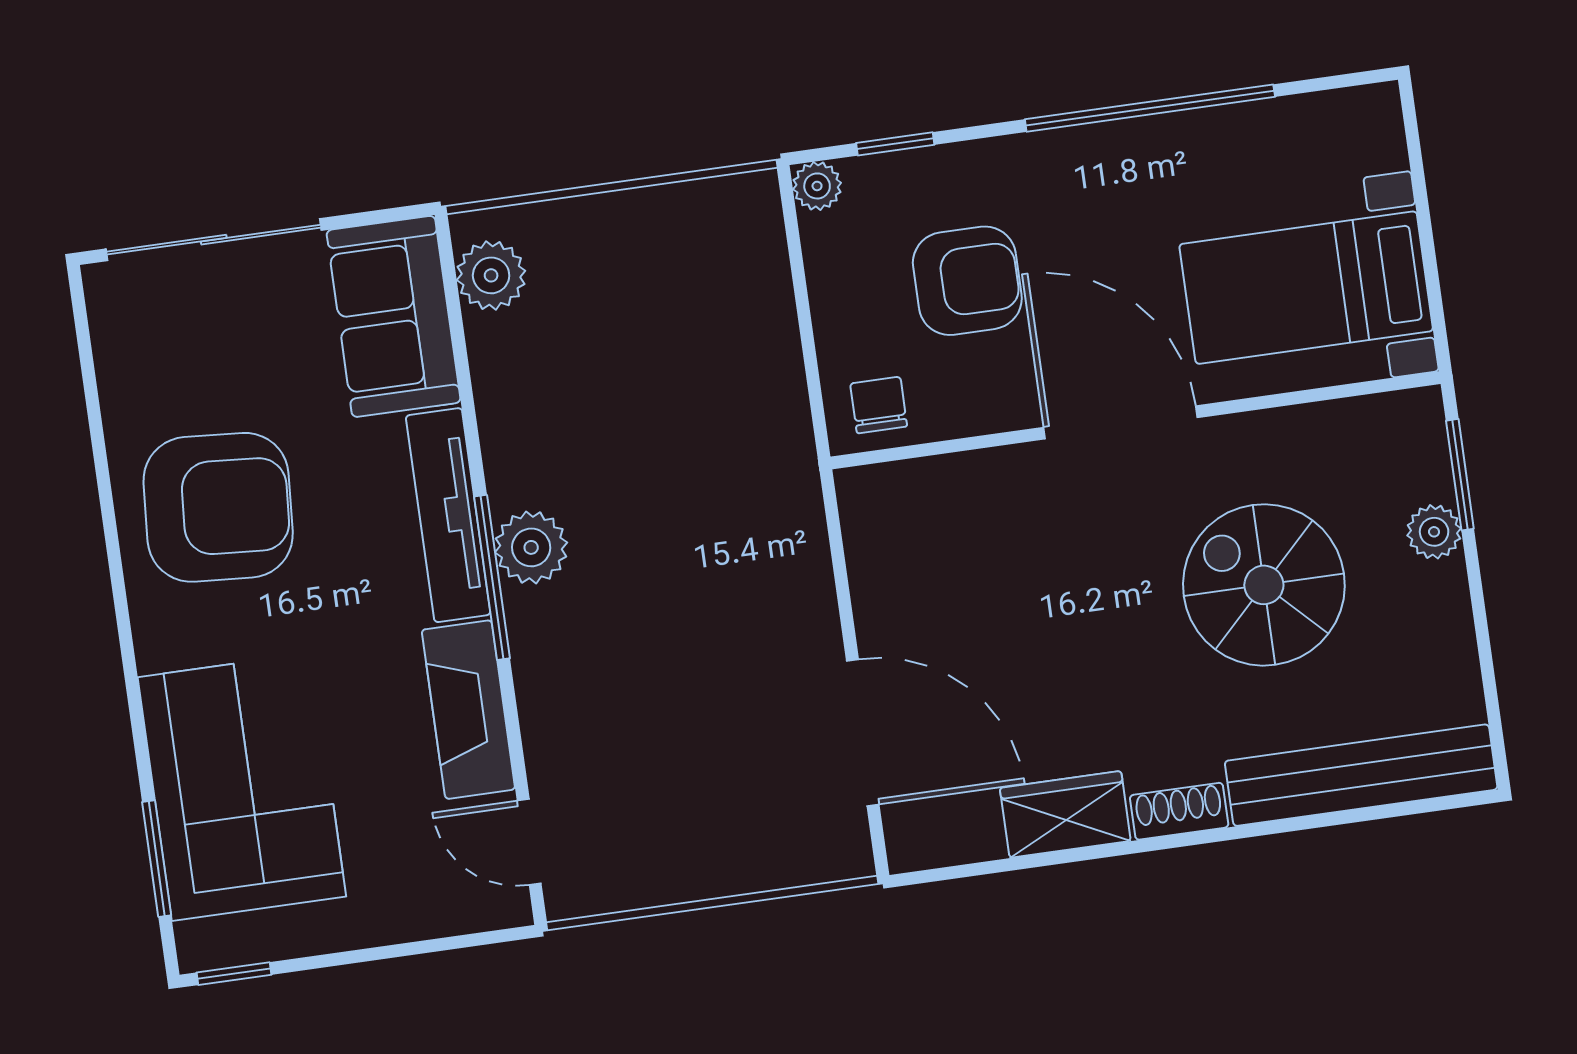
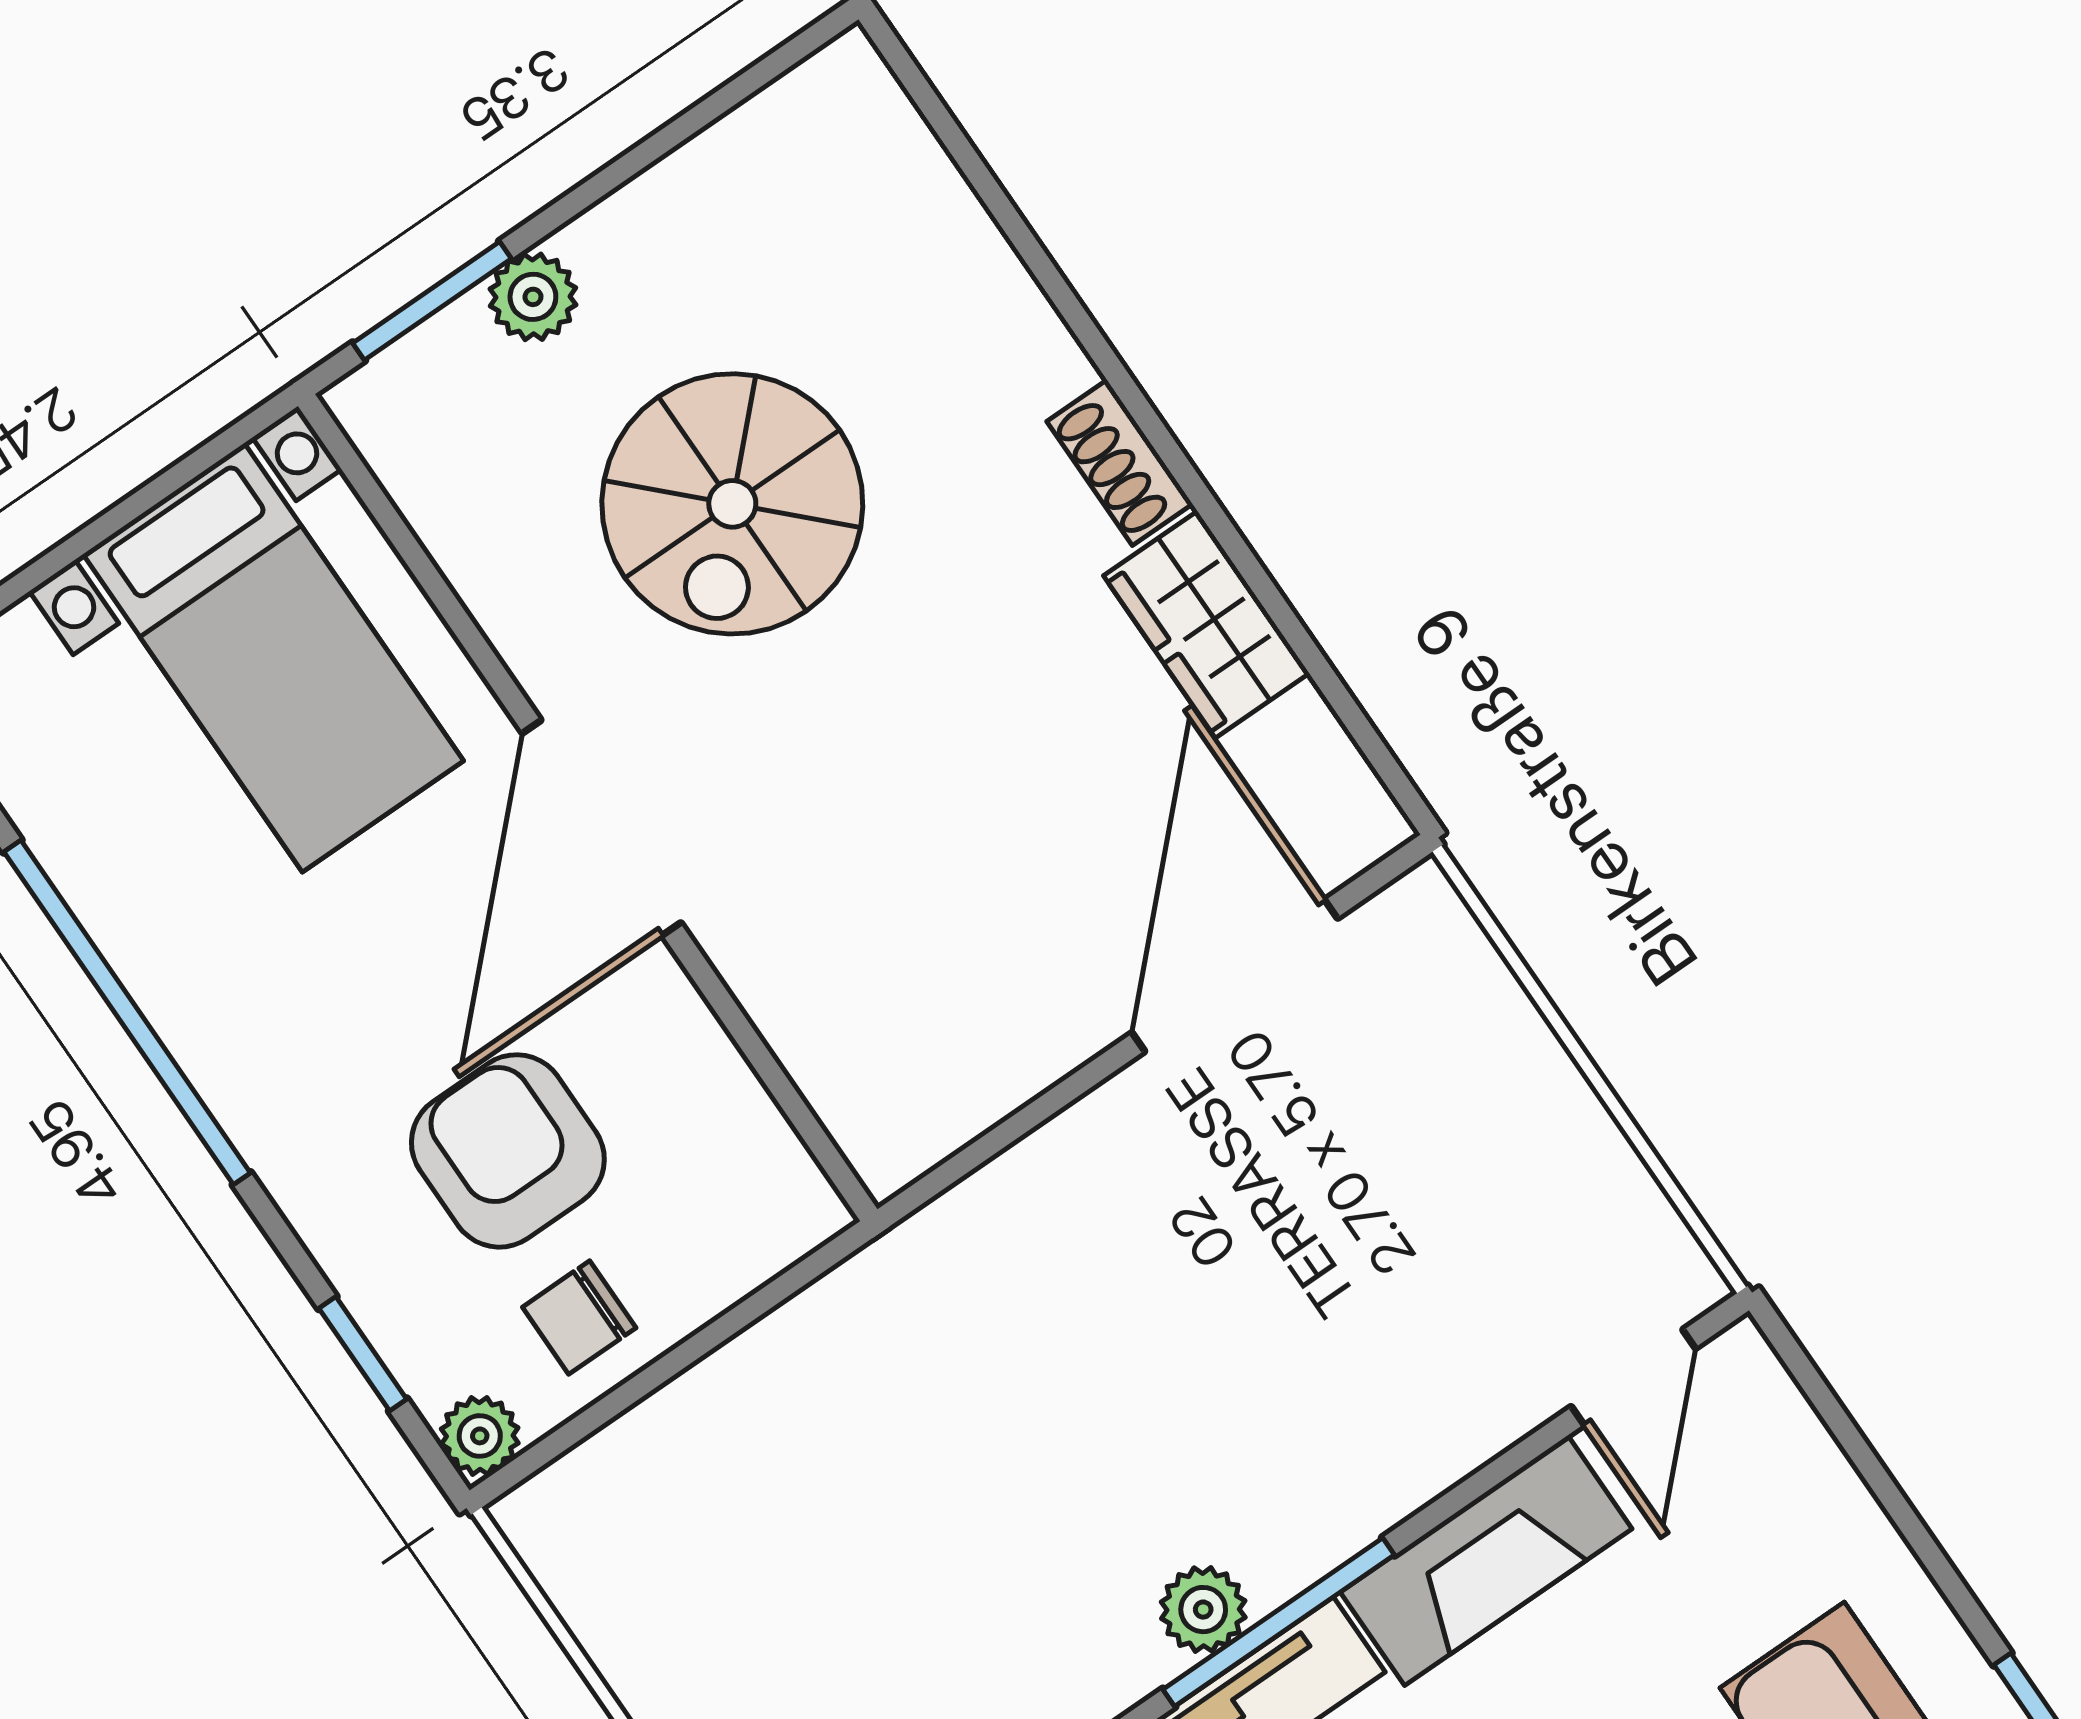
chair: (879, 405) -> (579, 1317), moved
plant: (531, 547) -> (1203, 1610), width x0.73, depth x0.73
bench: (1361, 775) -> (936, 226), removed

